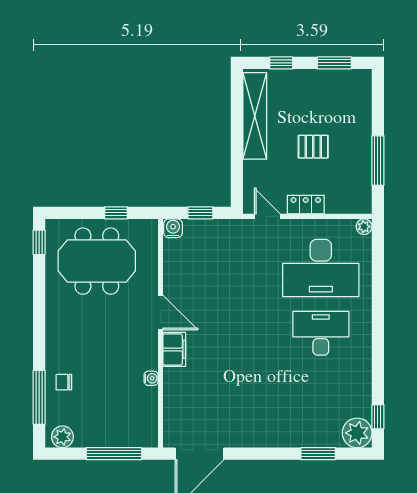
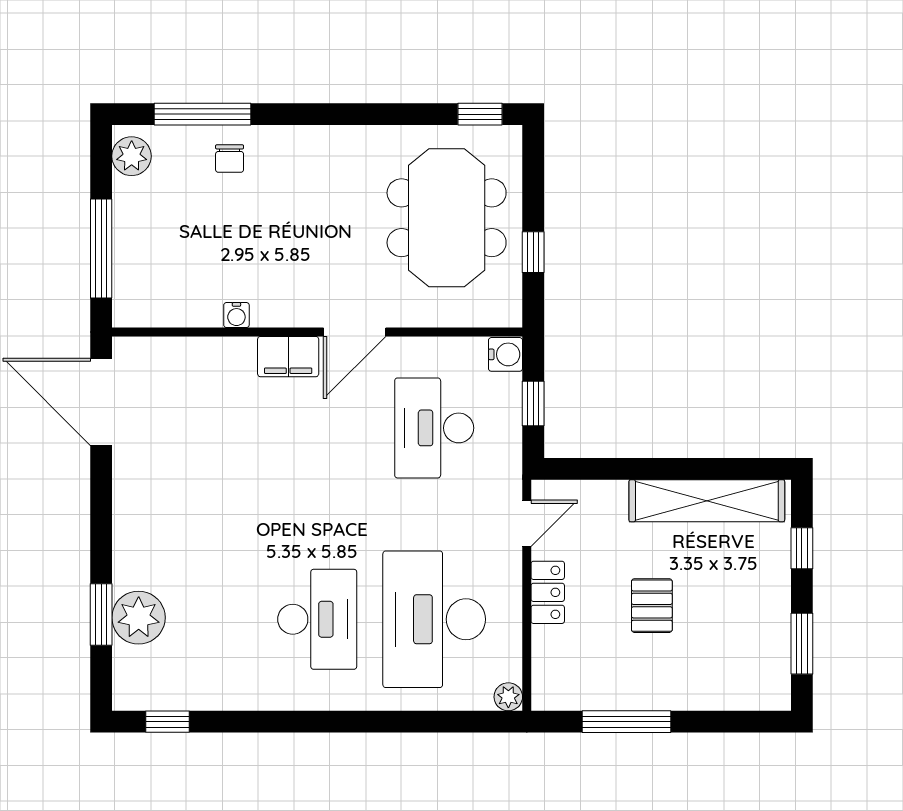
desk: (214, 268) -> (434, 428), added
chair: (64, 382) -> (230, 159), turned 180
plant: (357, 433) -> (139, 618), moved

